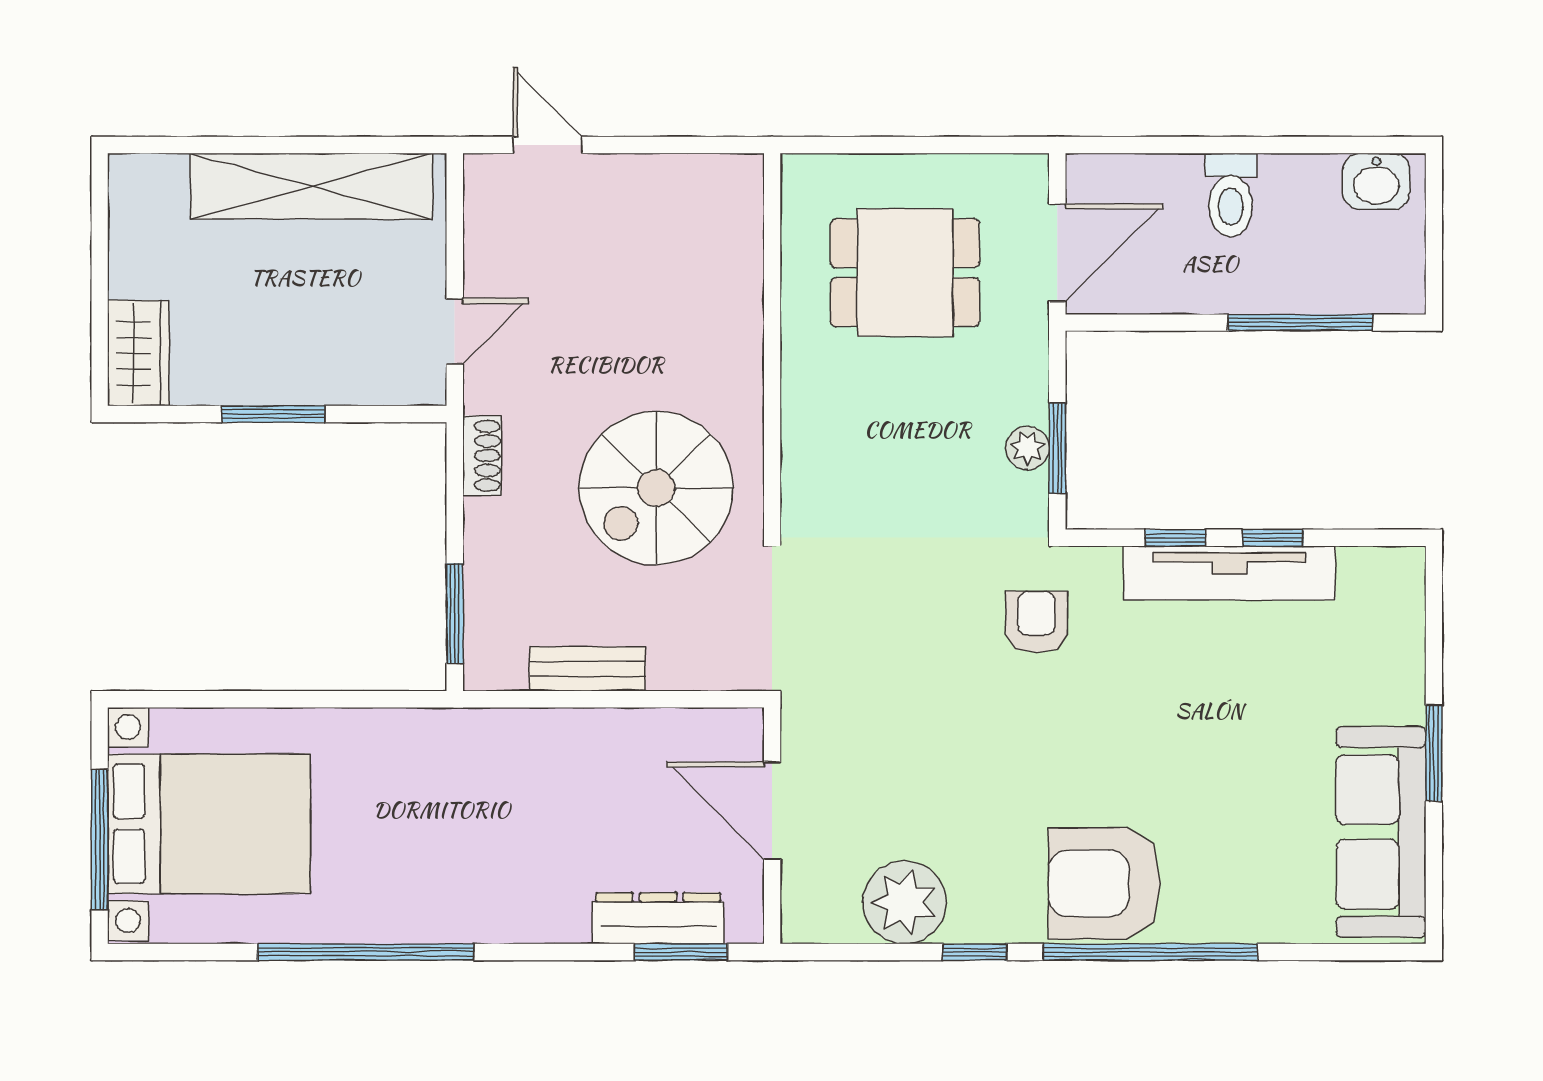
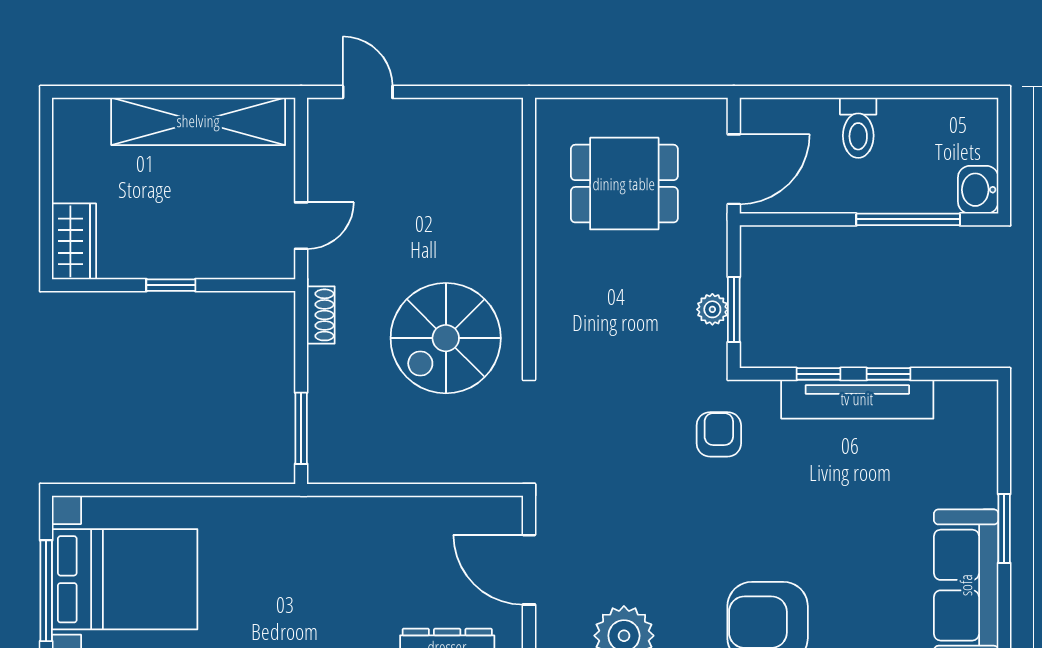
washbasin: (1376, 181) -> (978, 190), moved, turned 90
window: (273, 414) -> (171, 285), width x0.67
bench: (588, 669) -> (396, 468), removed

